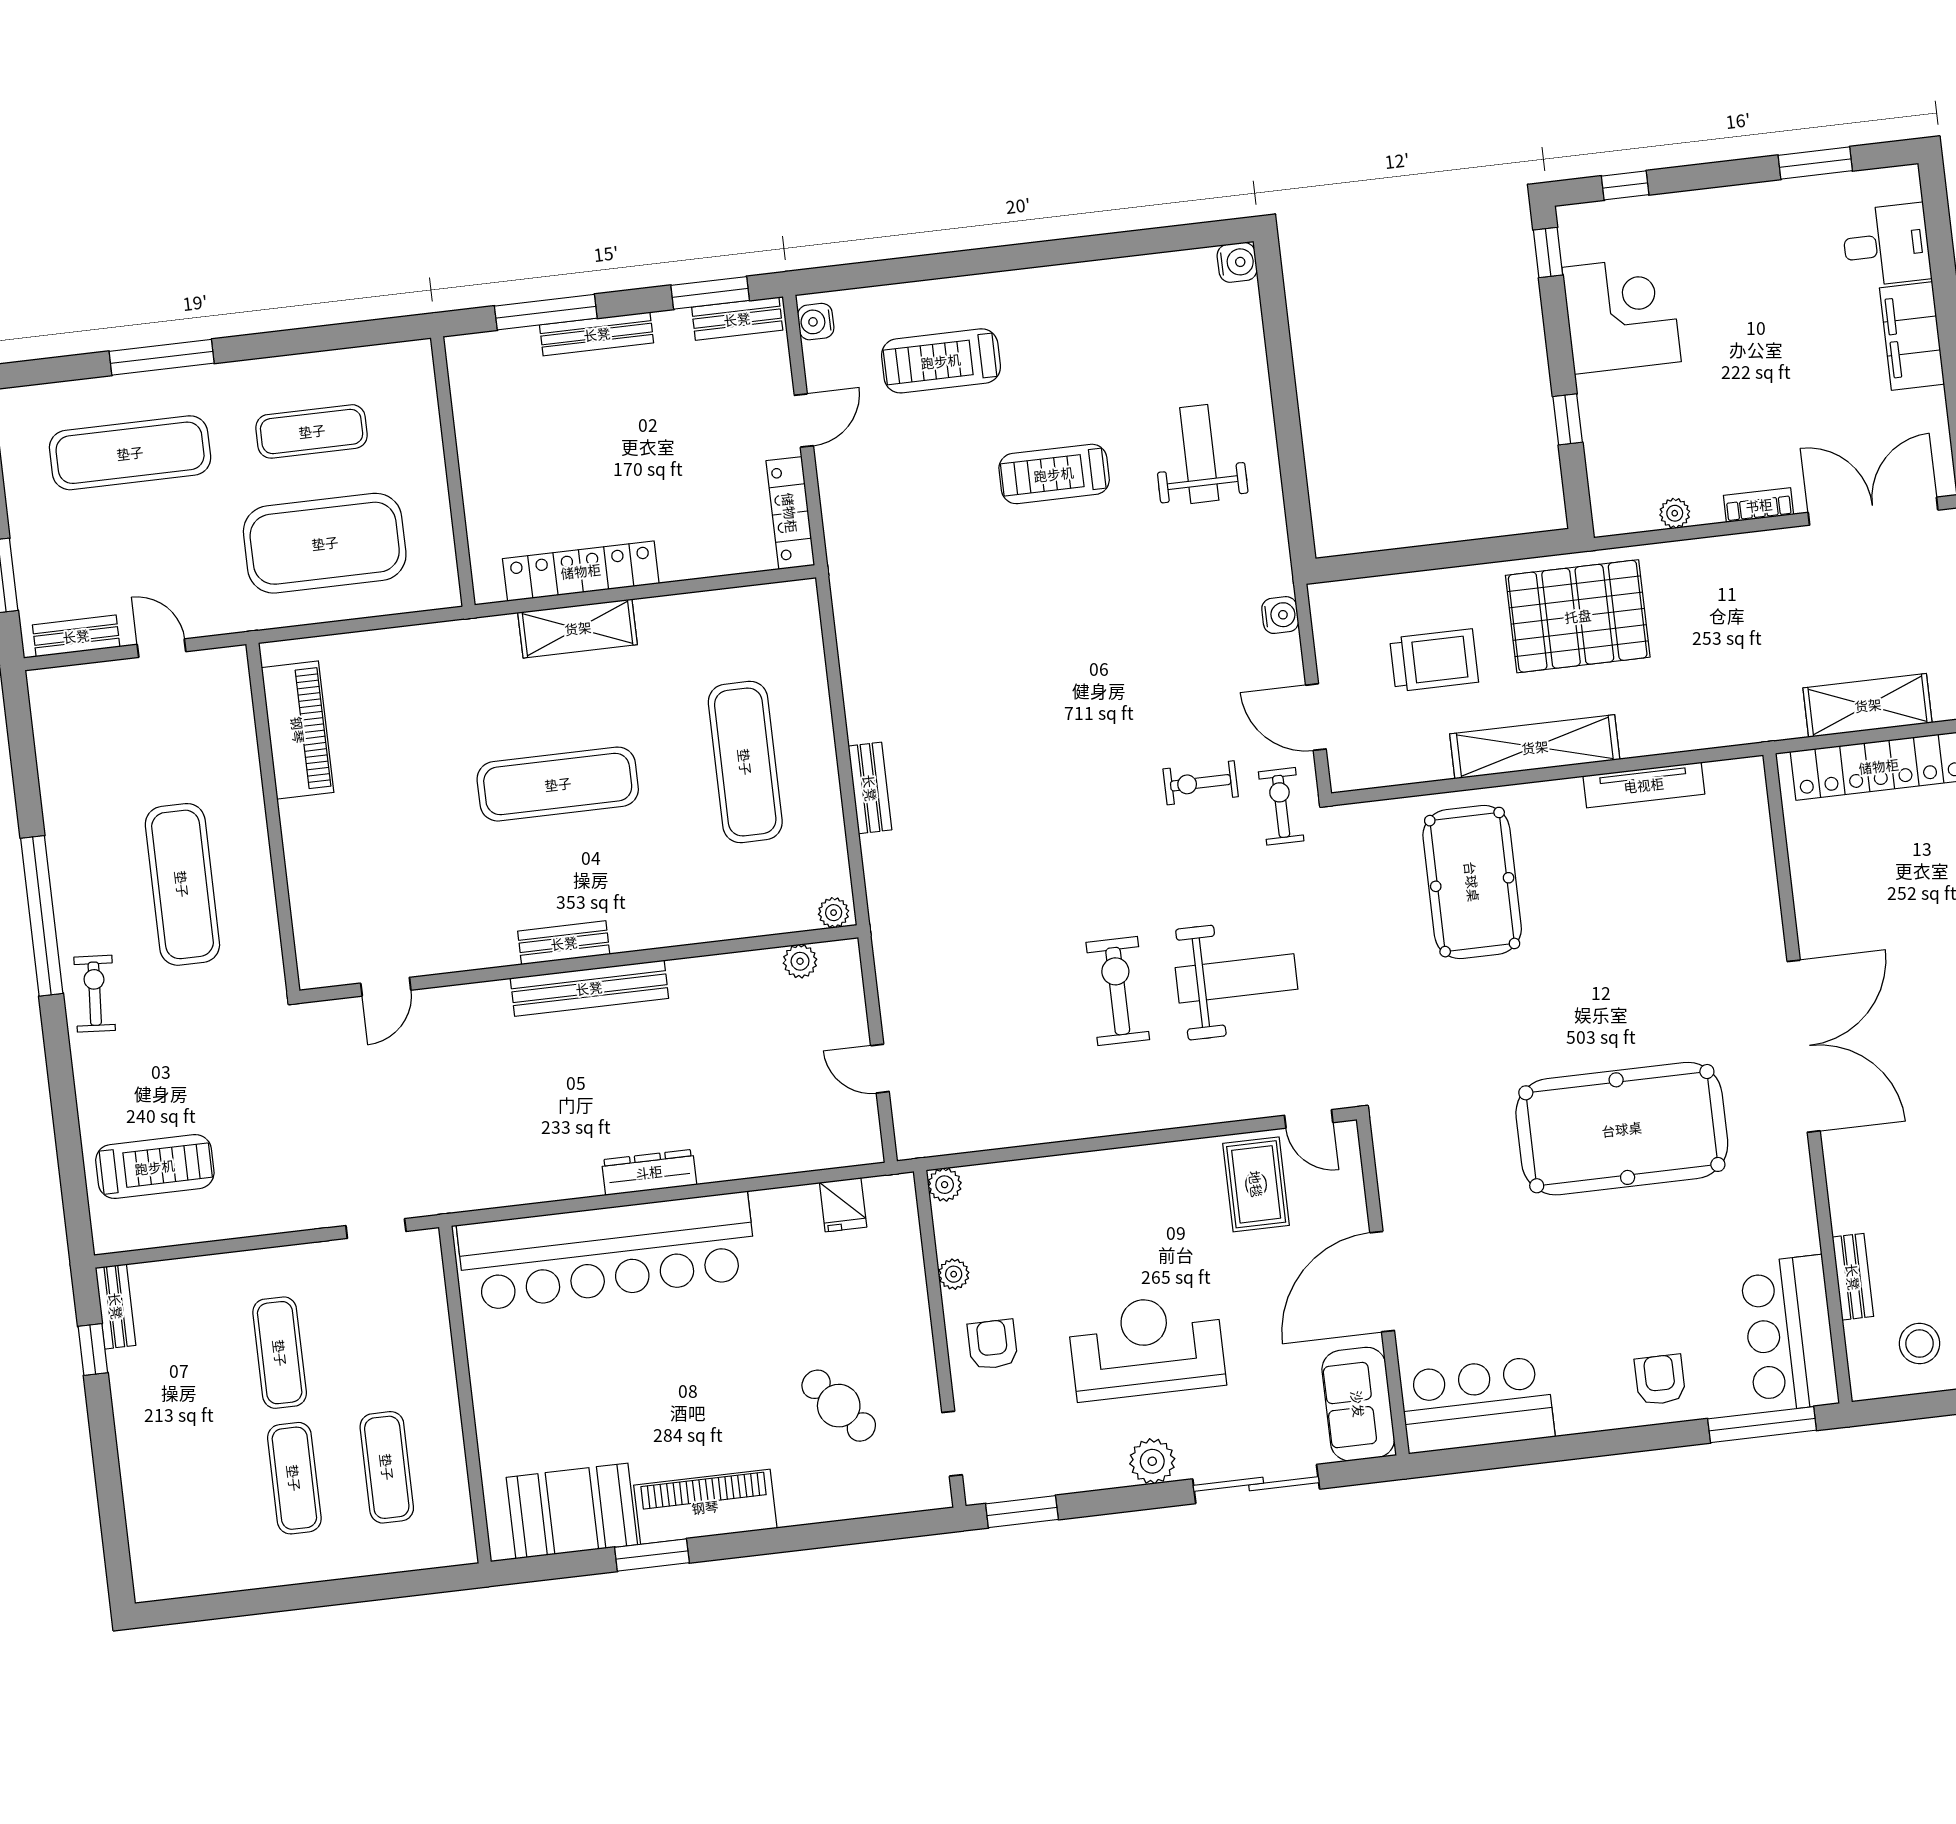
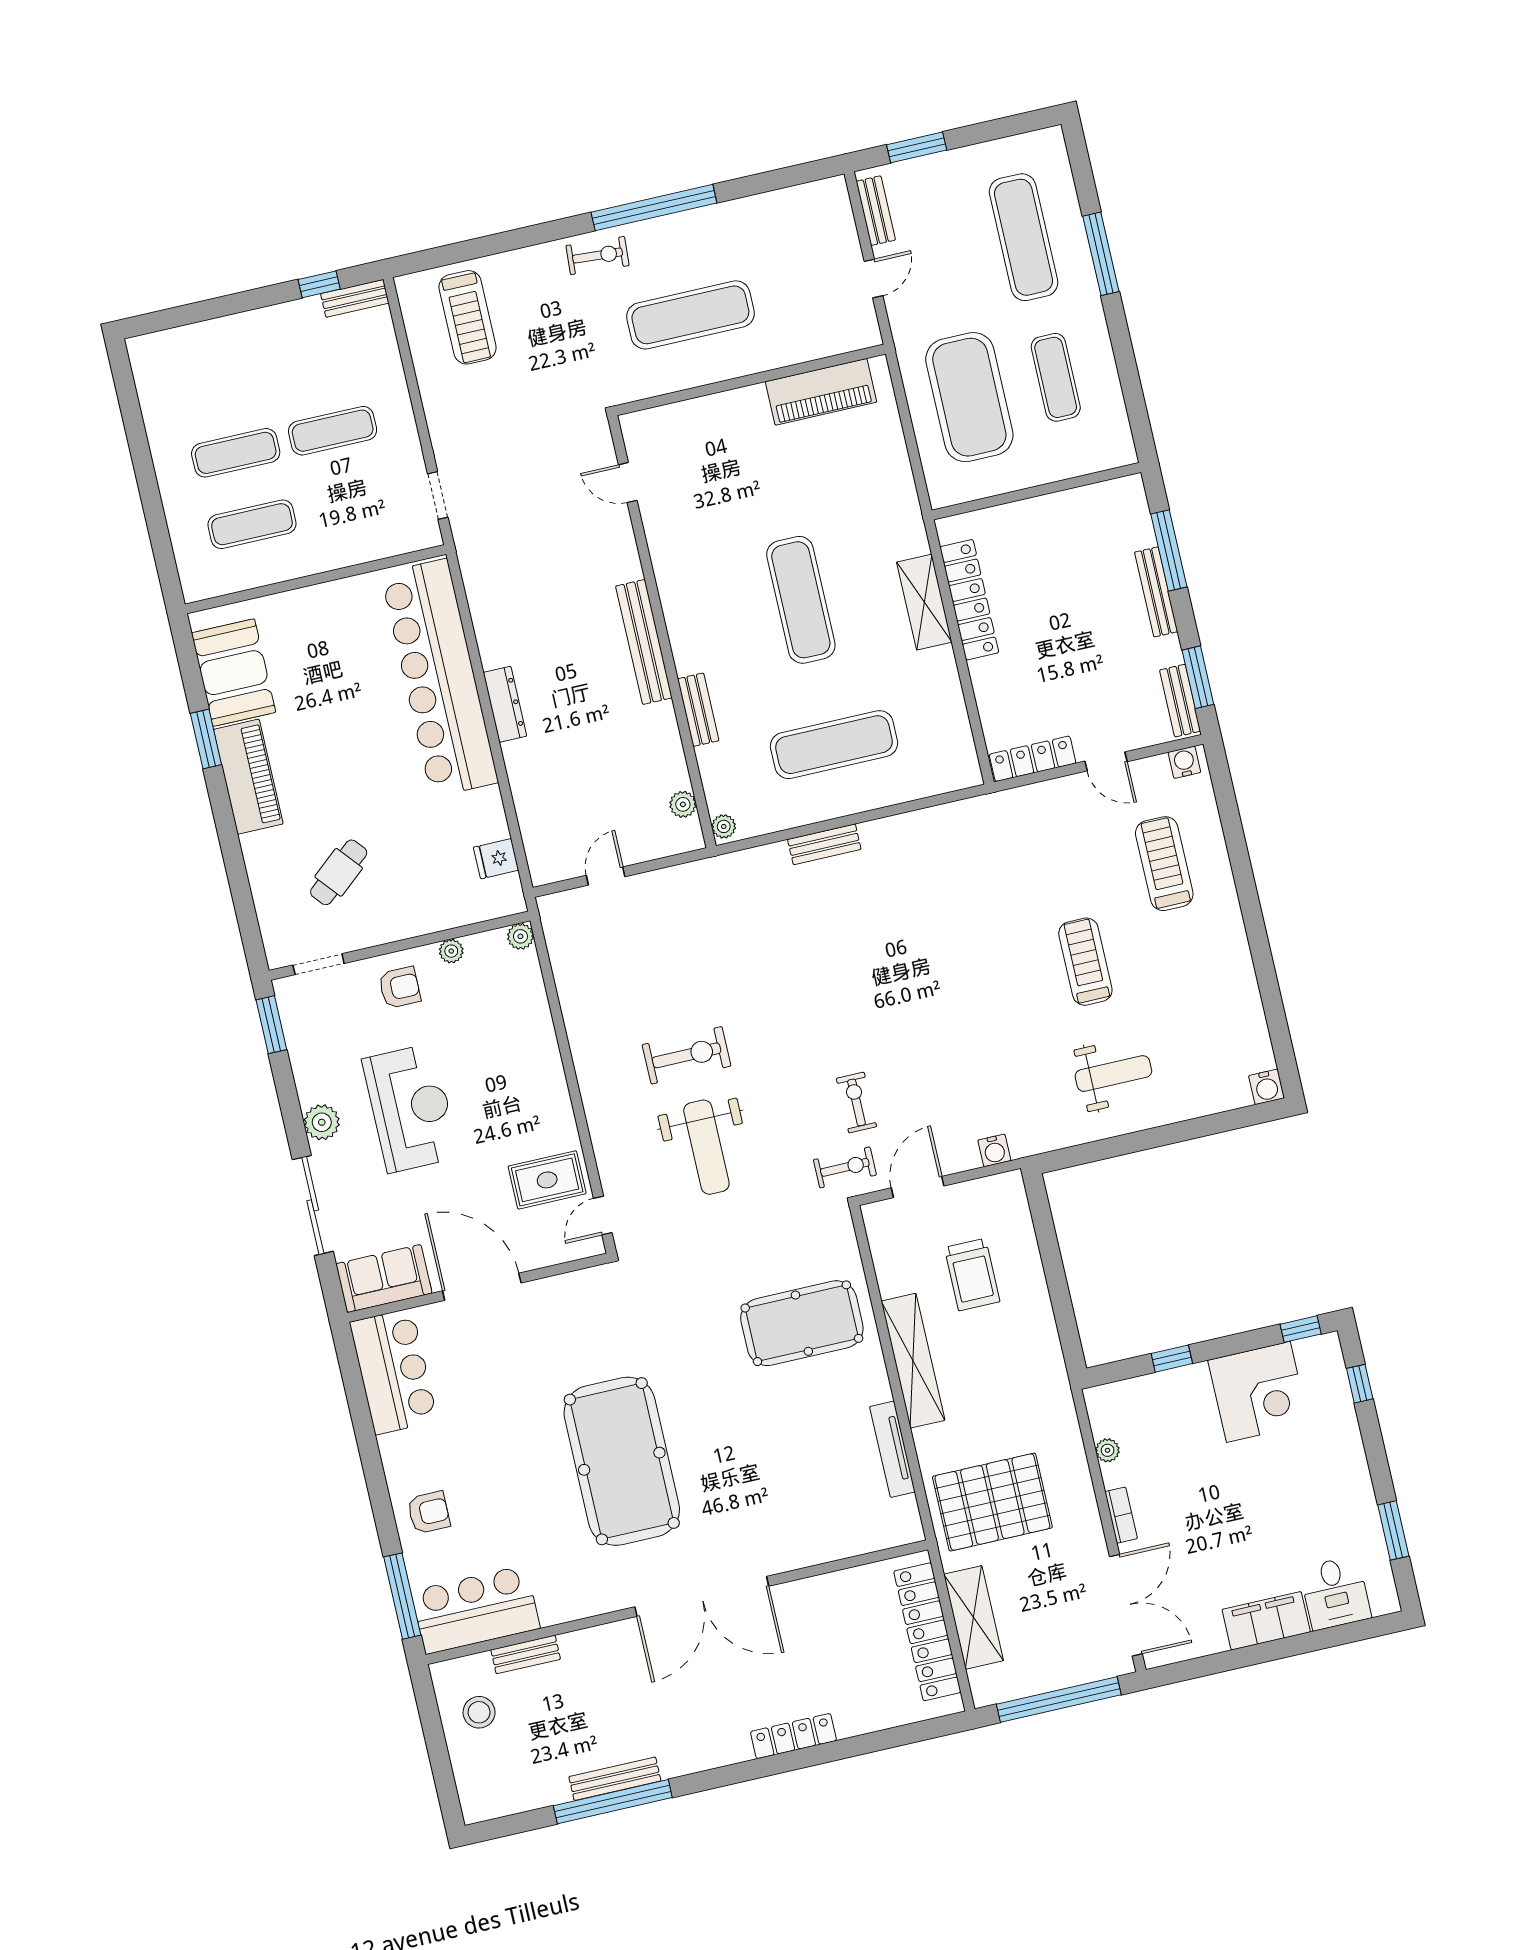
pallet: (1578, 616) -> (992, 1502), moved, turned 90
bench: (564, 943) -> (698, 710), moved

